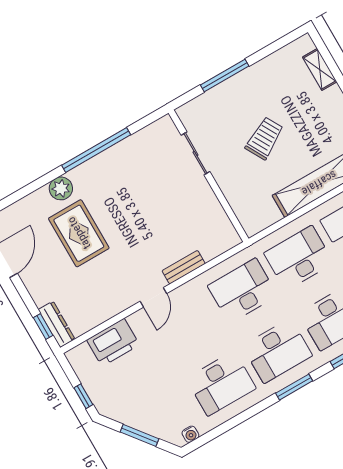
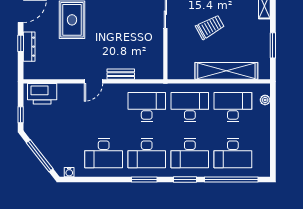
dresser: (57, 324) -> (29, 47), moved
window: (43, 326) -> (21, 43), moved
printer: (113, 342) -> (42, 94), moved
window: (139, 435) -> (40, 156), width x1.44

